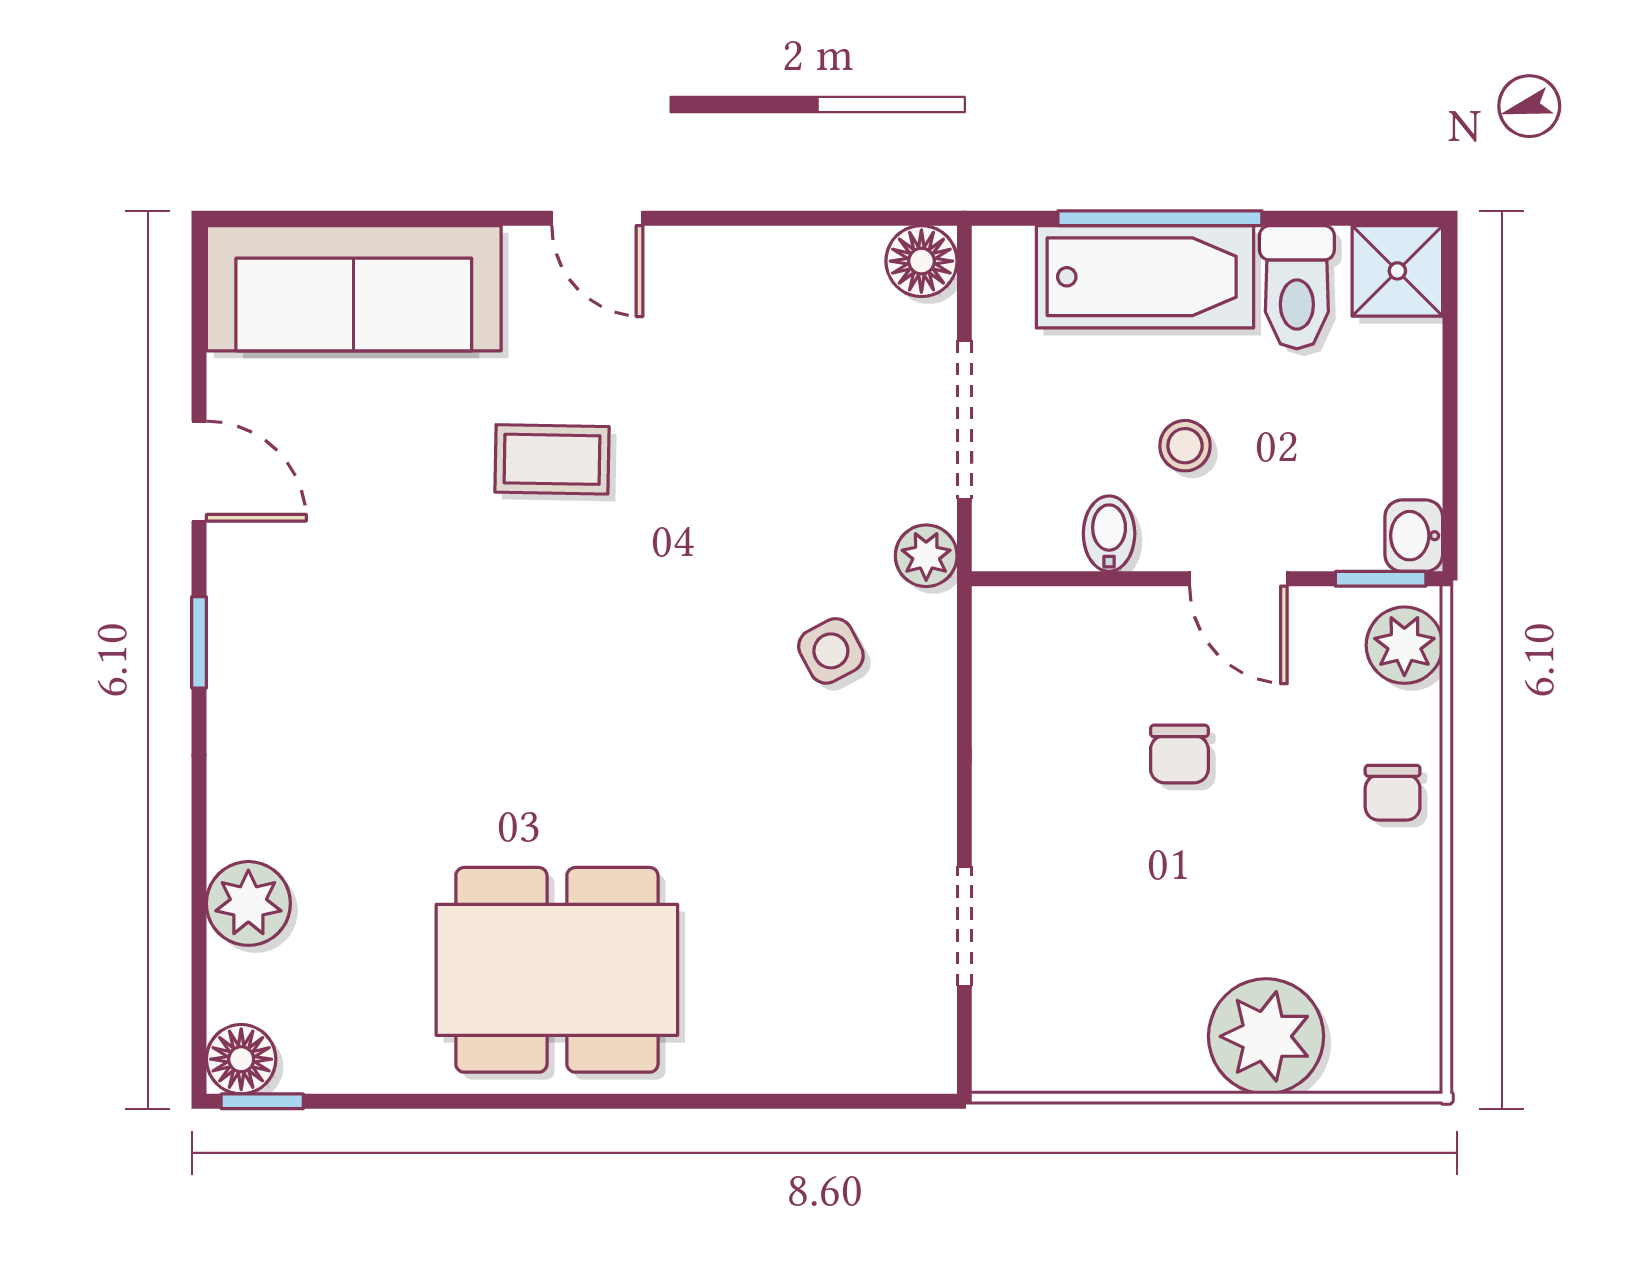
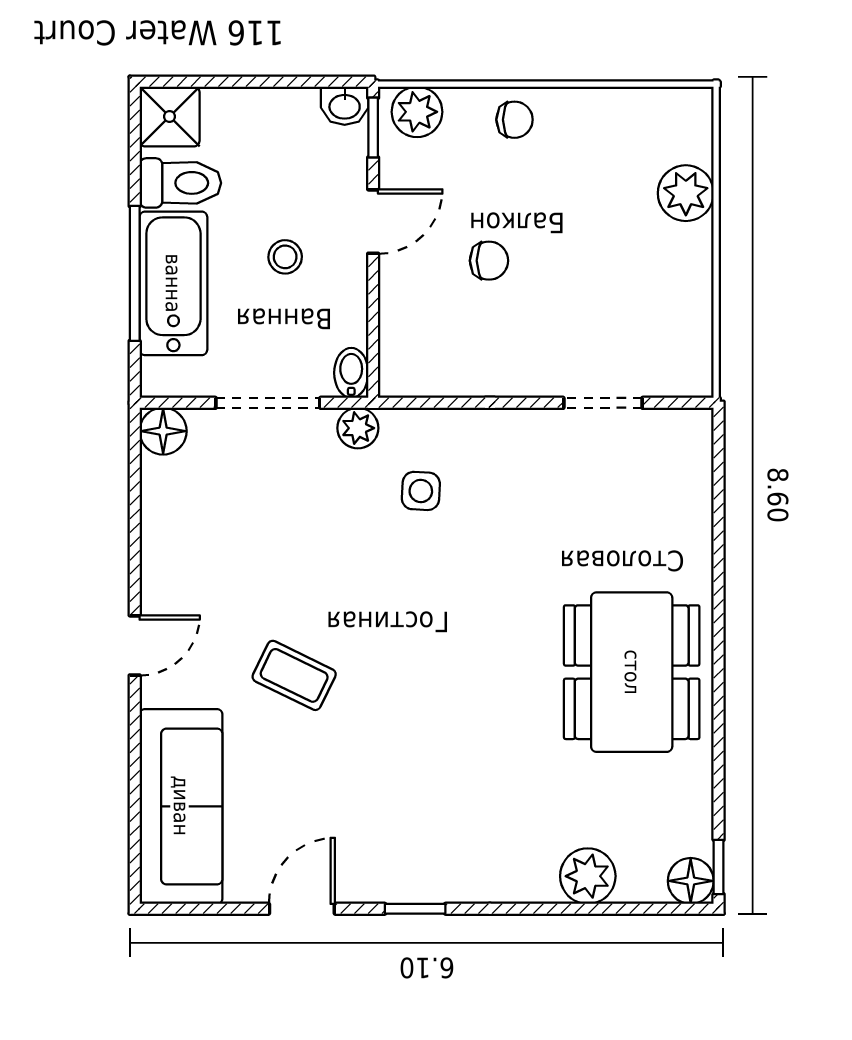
coffee table: (552, 459) -> (294, 675), turned -65
bidet: (1109, 534) -> (351, 373), moved, turned 90
side table: (831, 651) -> (421, 491), turned 31
plant: (1266, 1036) -> (686, 193), width x0.73, depth x0.73

